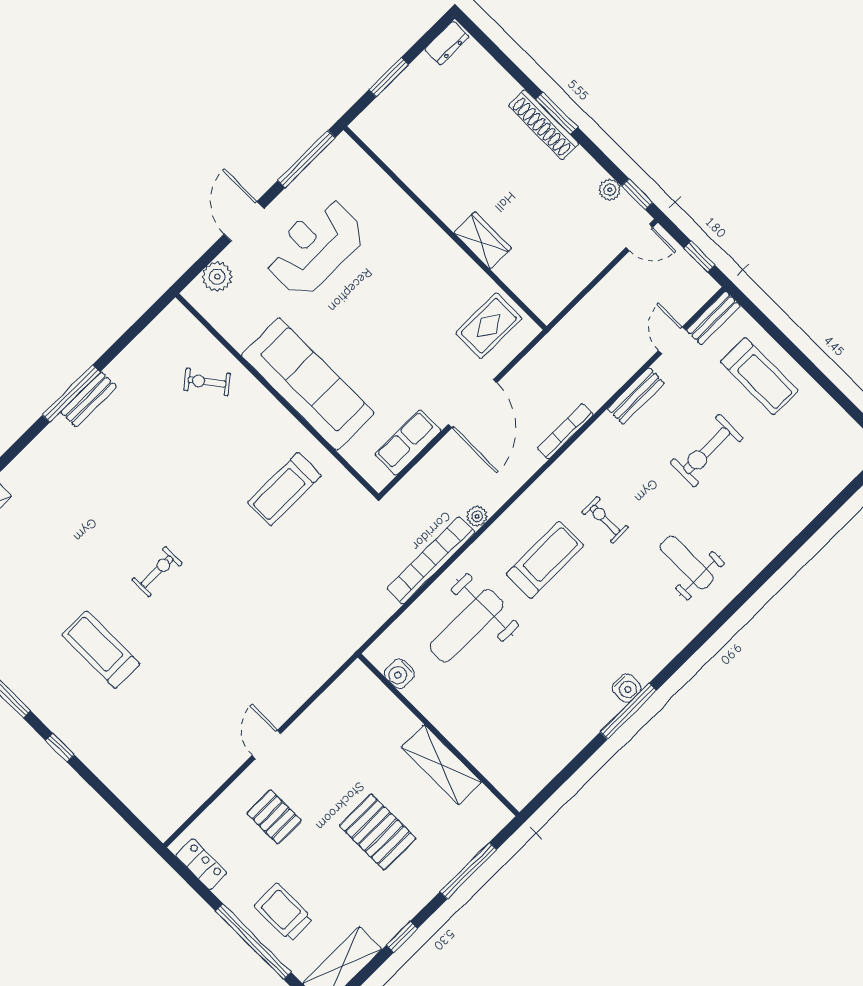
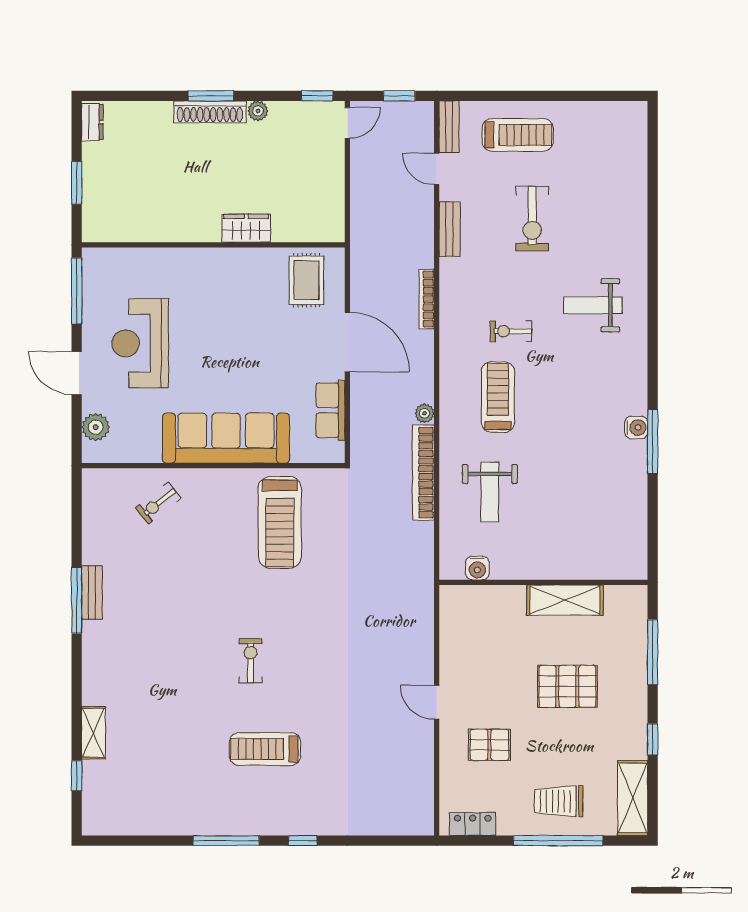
plant: (610, 190) -> (258, 111), moved
treadmill: (284, 489) -> (280, 522), width x1.37, depth x1.38
weight bench: (467, 626) -> (490, 492), width x0.73, depth x0.75

